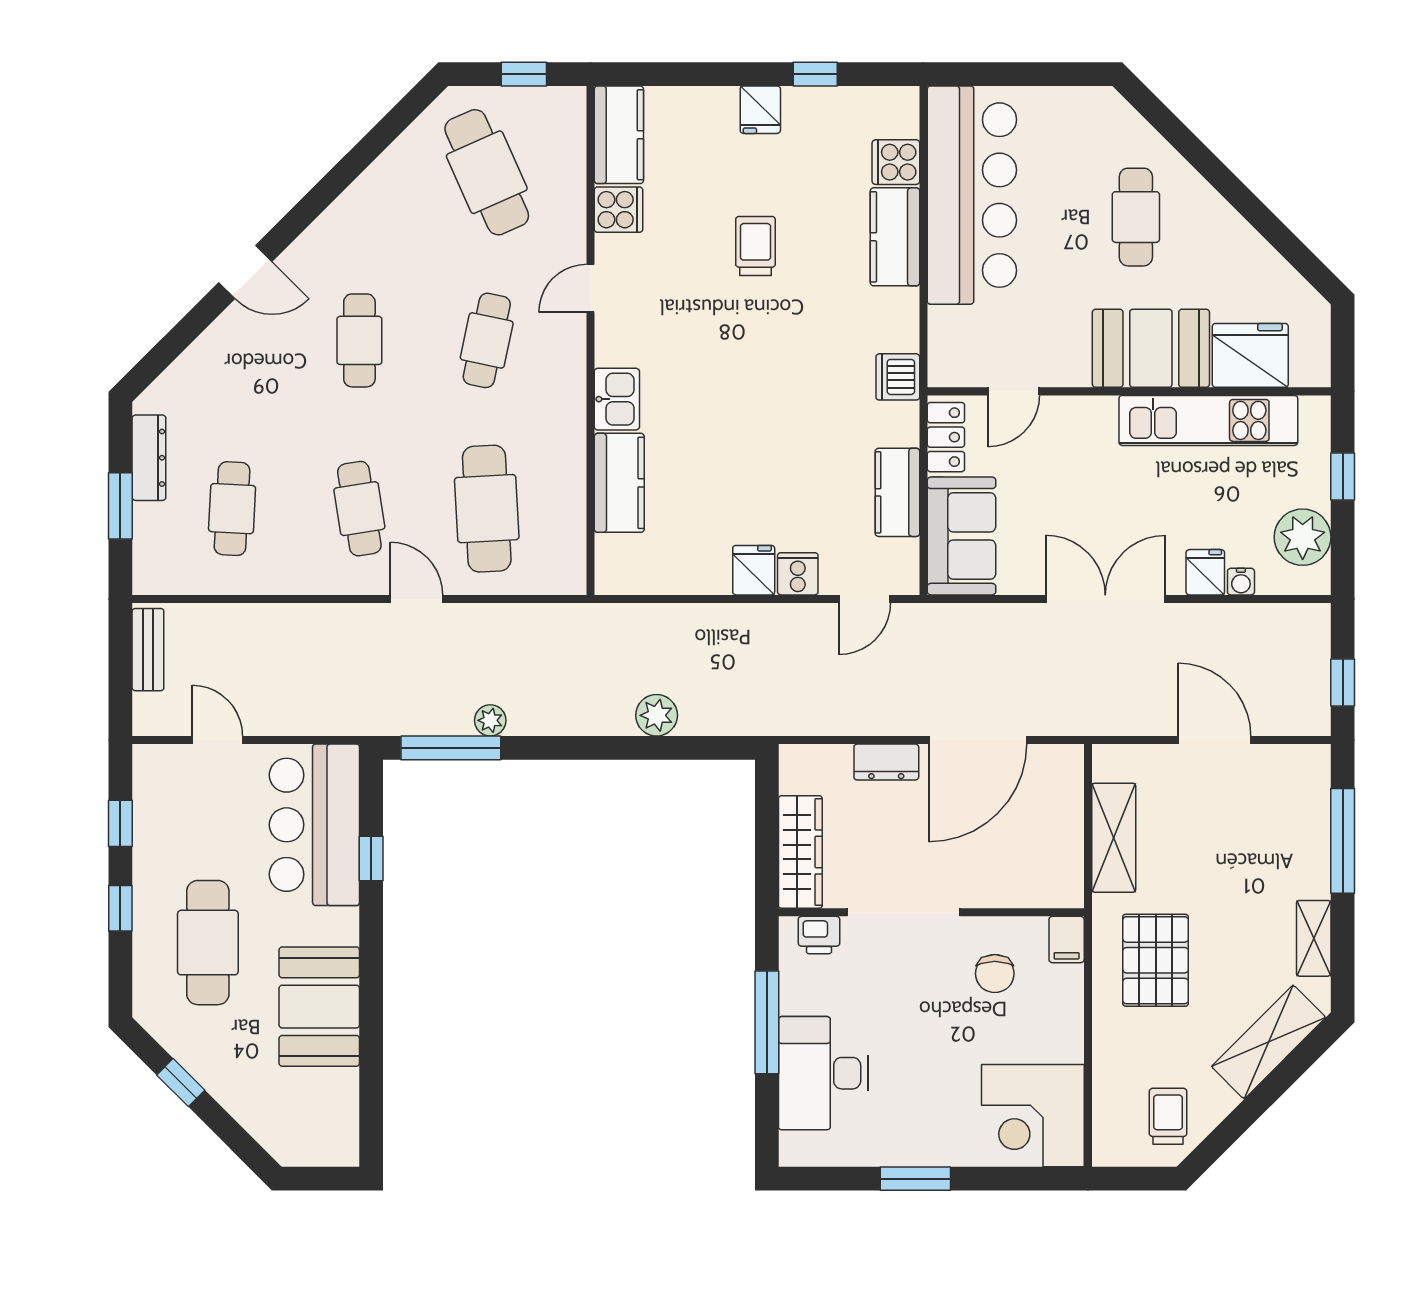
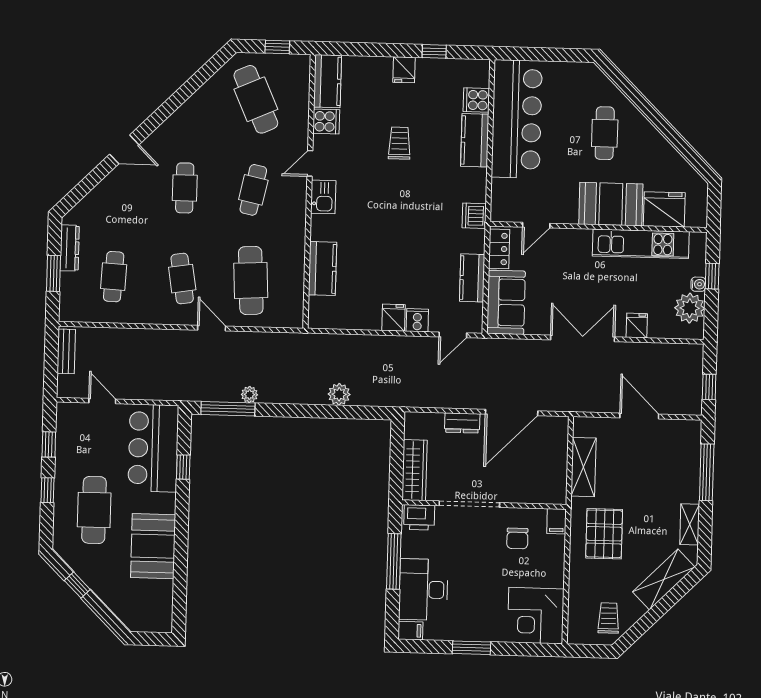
kitchen sink: (617, 399) -> (323, 197), moved
water cooler: (1241, 582) -> (698, 284), moved, turned -90
printer: (819, 935) -> (419, 517), width x1.36, depth x1.24
filing cabinet: (801, 1150) -> (410, 631), added

